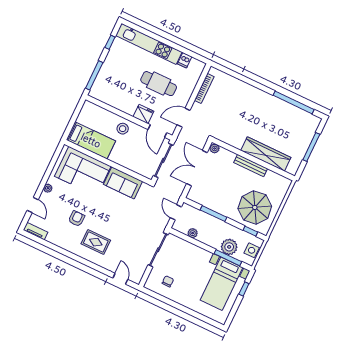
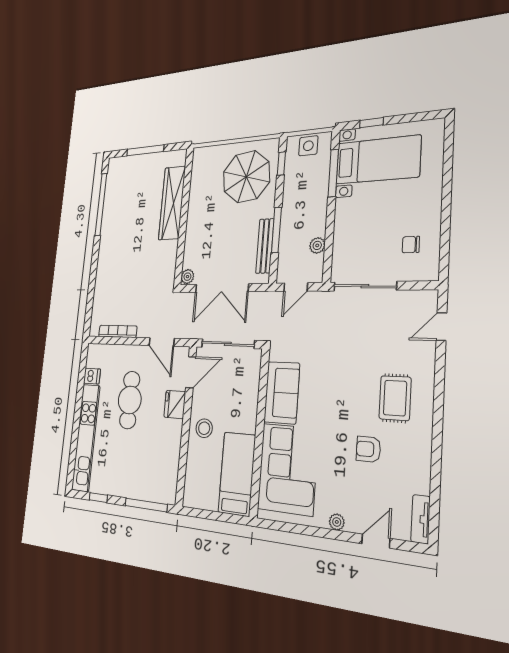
bench: (251, 165) -> (265, 246), moved
plant: (229, 247) -> (316, 180), removed

